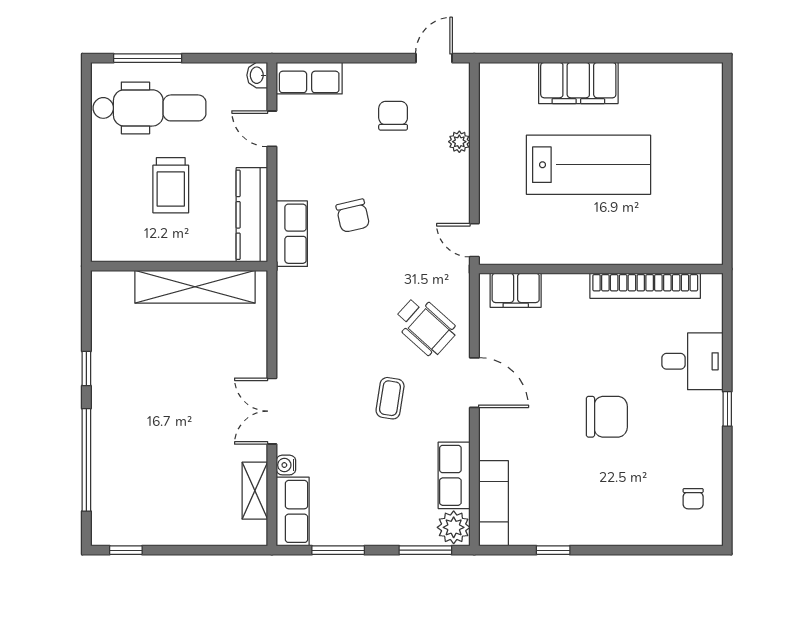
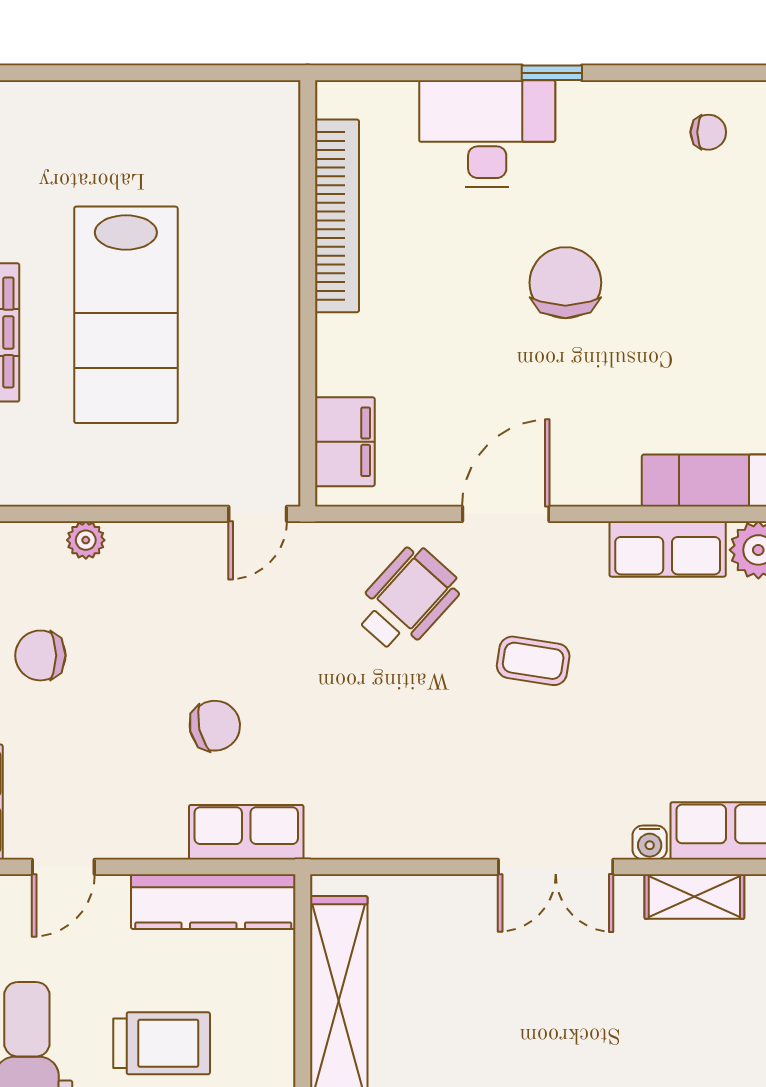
lab bench: (588, 165) -> (126, 315), turned 180
desk: (692, 361) -> (487, 133), width x1.37

